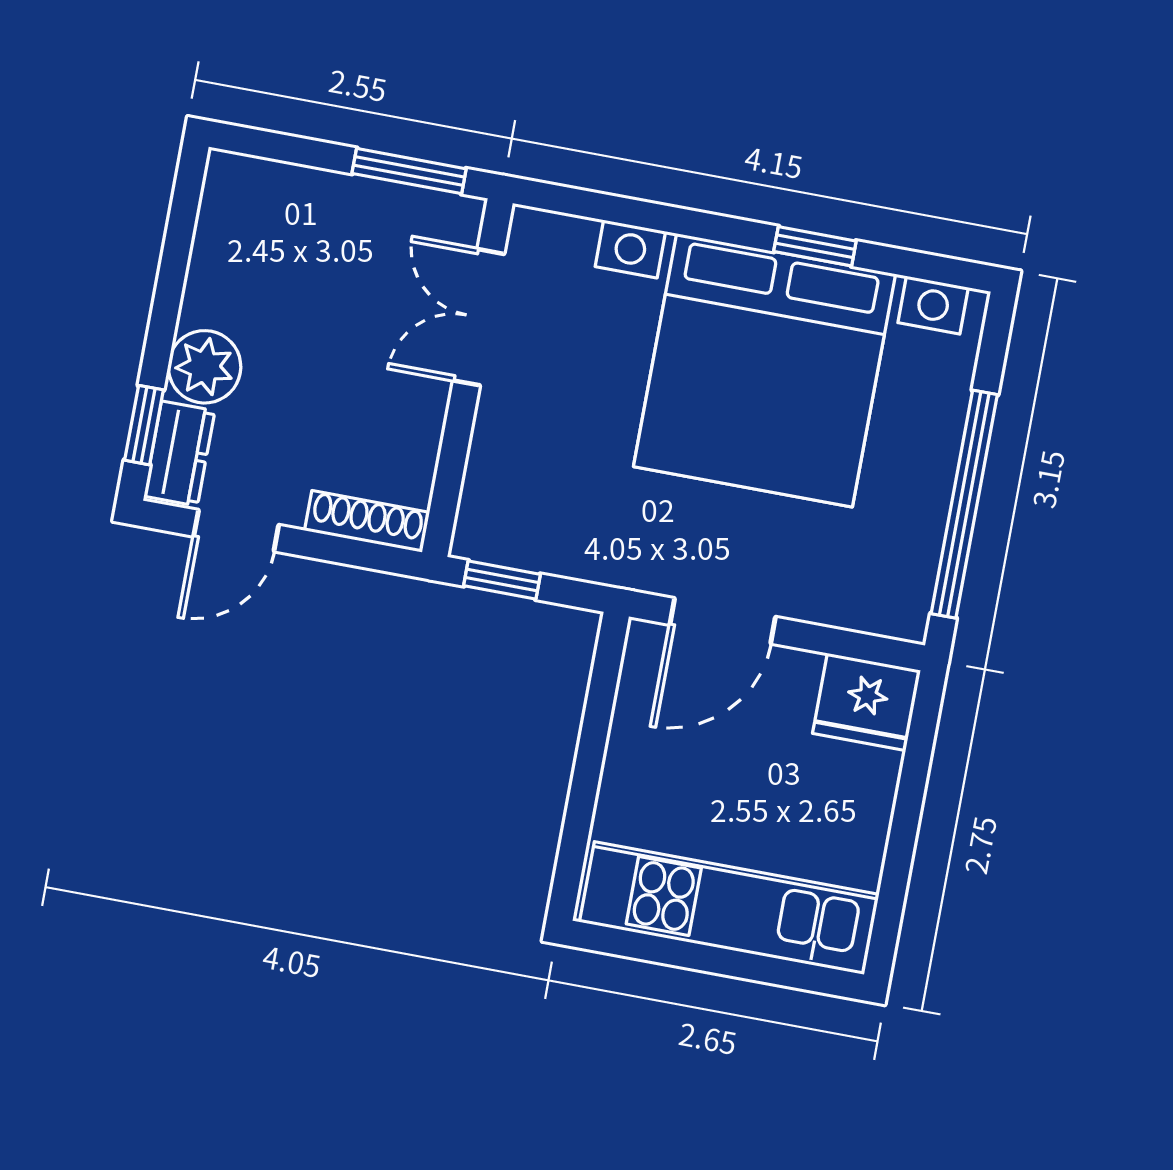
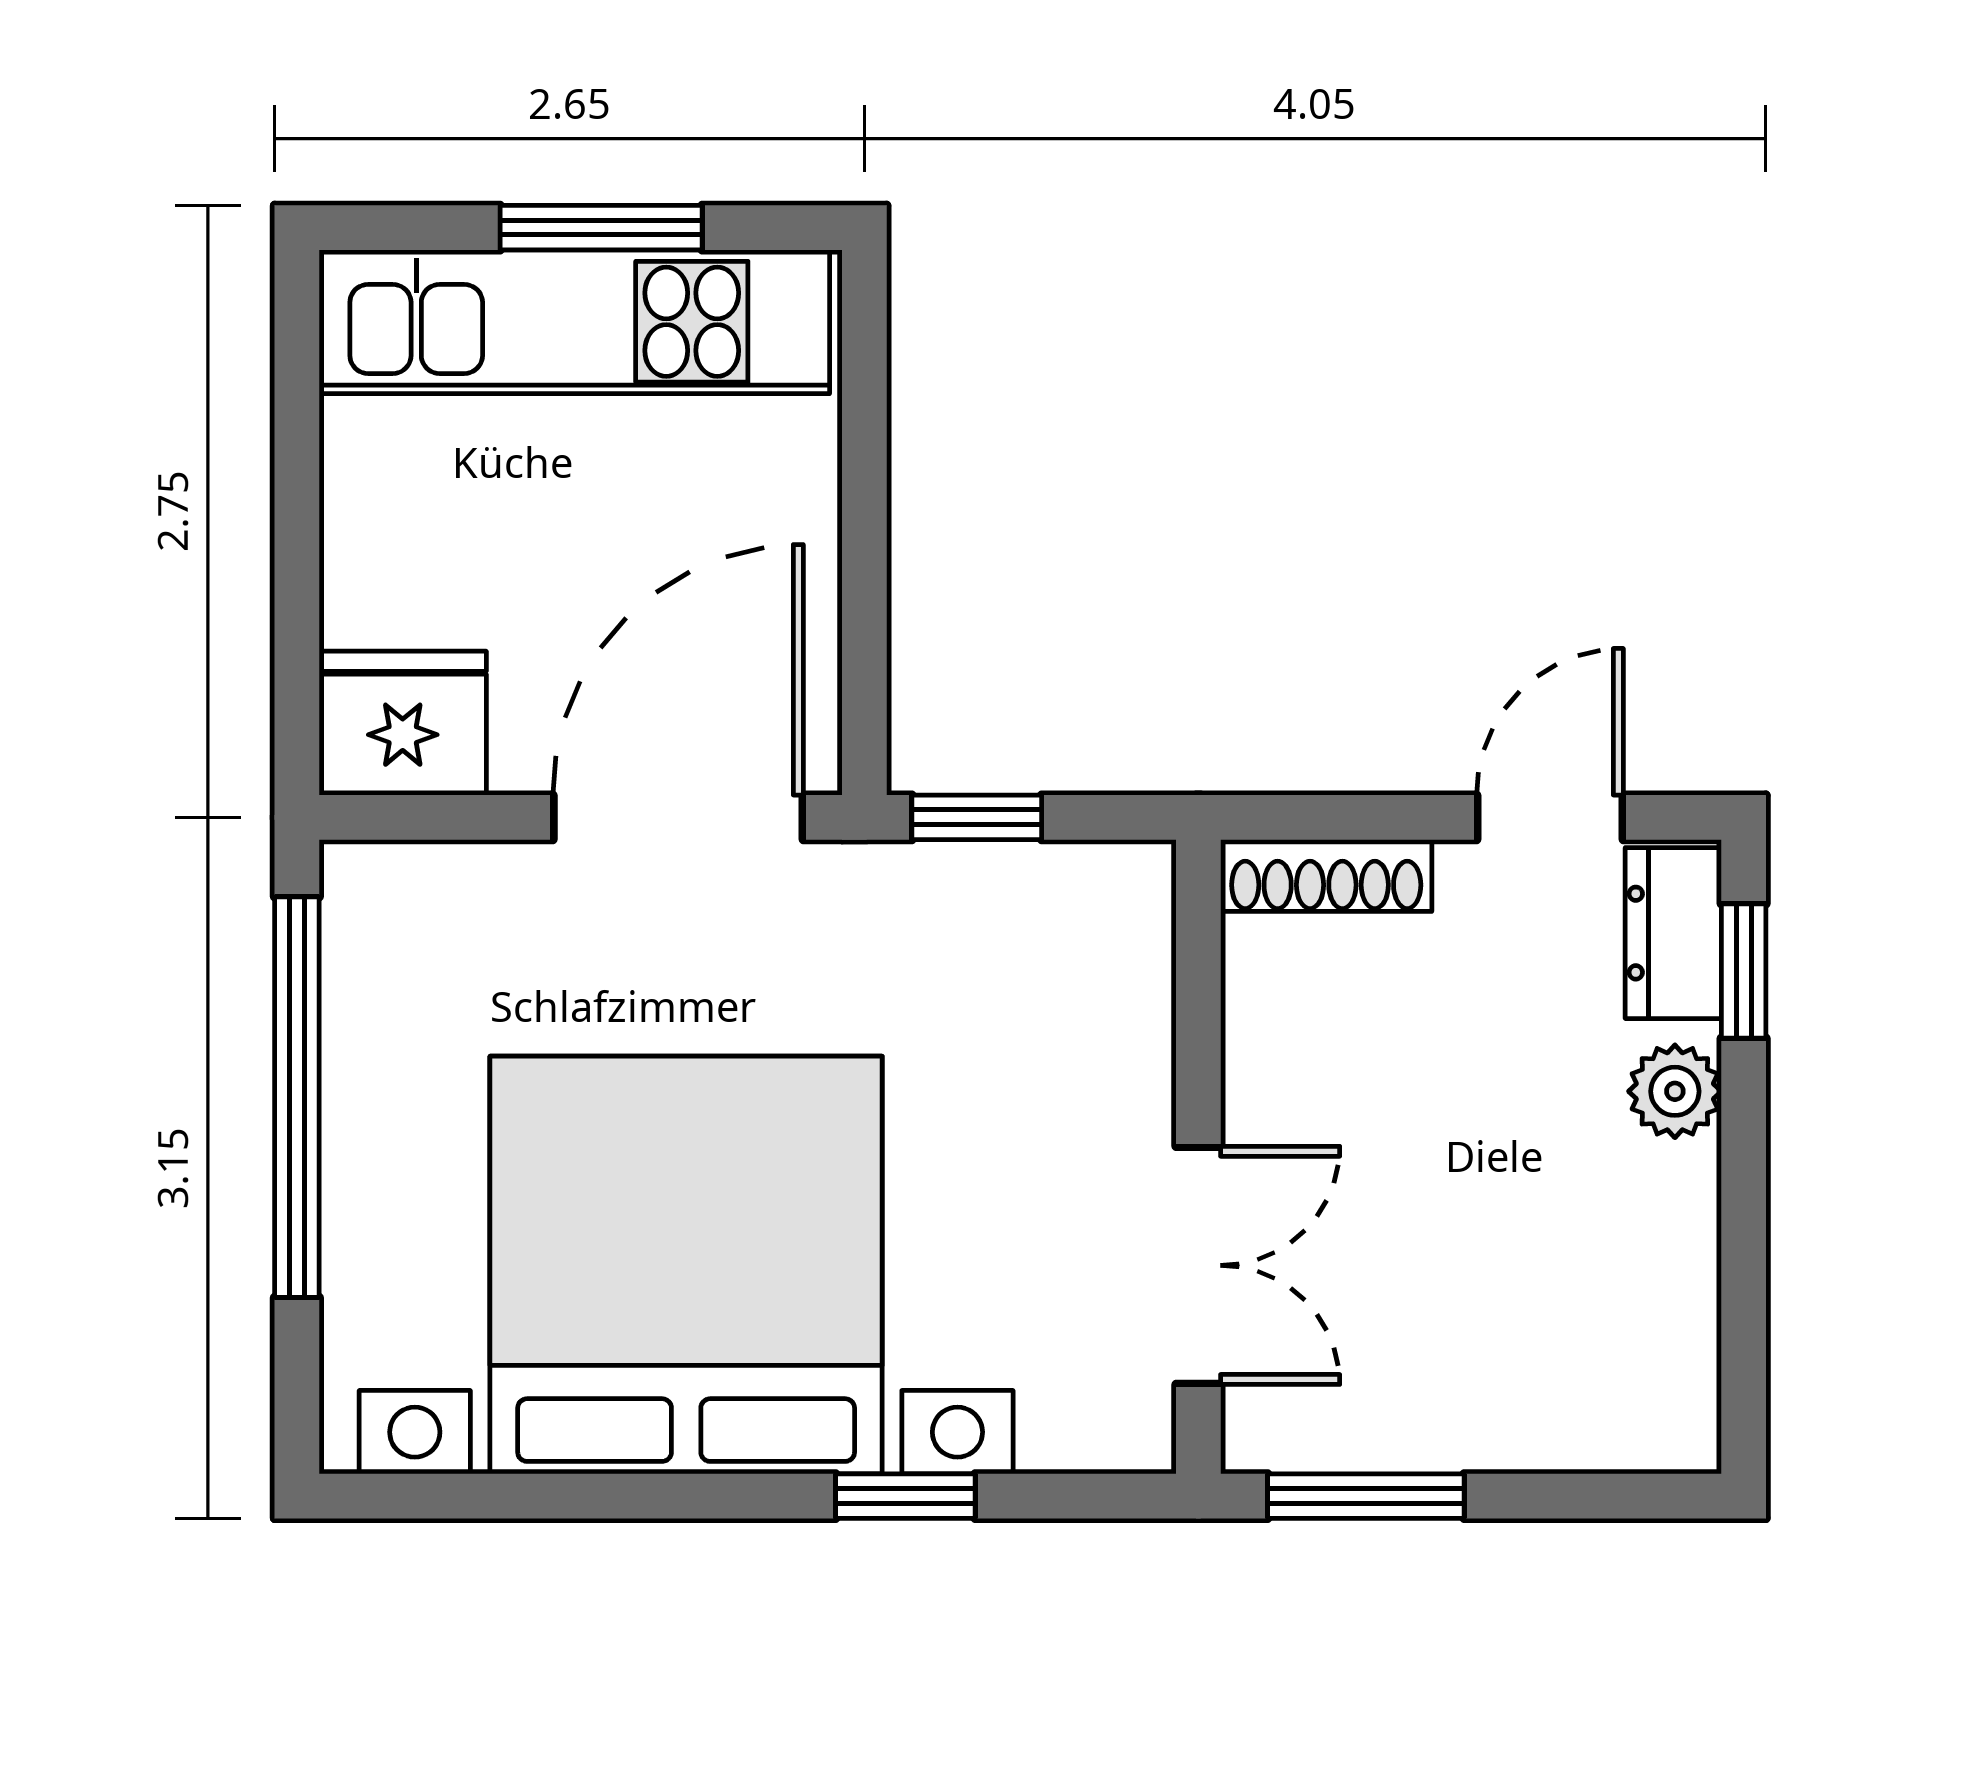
window: (815, 246) -> (905, 1496), moved
plant: (205, 367) -> (1675, 1091), width x0.73, depth x0.73
window: (502, 580) -> (977, 817), moved
door: (723, 621) -> (678, 817), width x1.36
window: (705, 958) -> (601, 228), added

